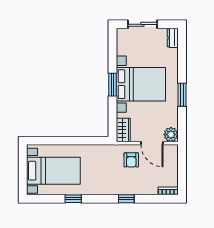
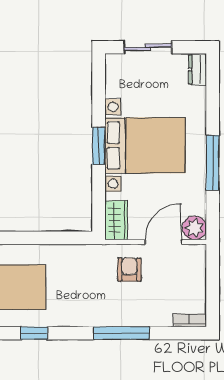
window: (182, 95) -> (213, 163), width x1.44
door: (152, 143) -> (163, 242), swing flipped
armchair: (131, 160) -> (129, 270), turned 180
window: (126, 199) -> (121, 333), width x2.17

